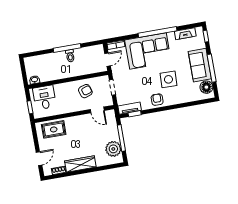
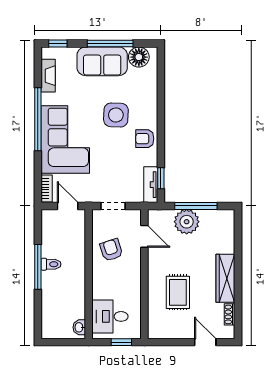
door: (97, 110) -> (144, 236), hinge flipped
rug: (54, 129) -> (178, 292), moved
plant: (113, 149) -> (187, 222), moved

